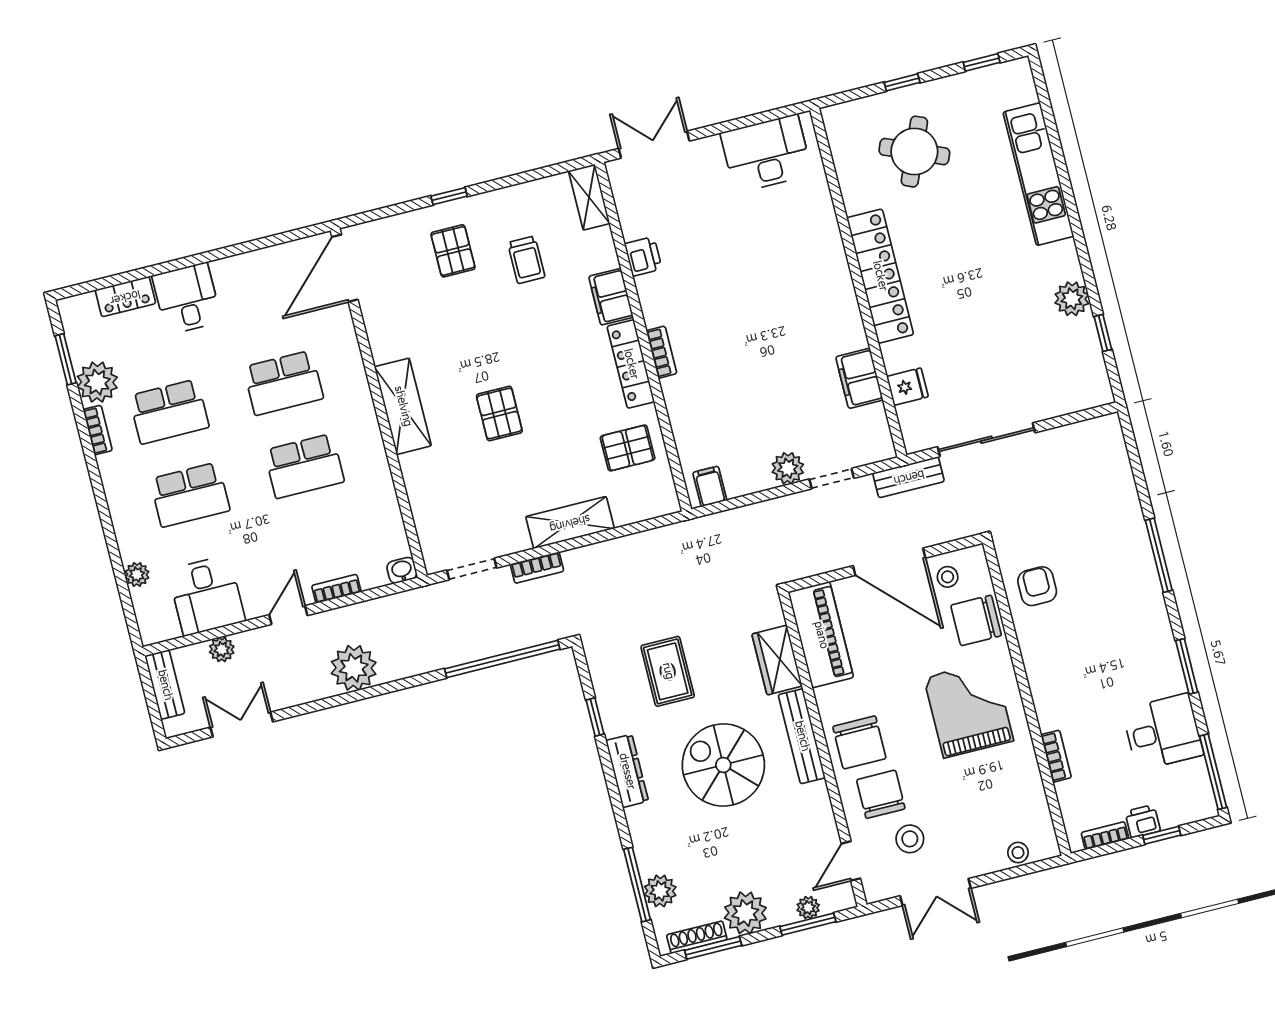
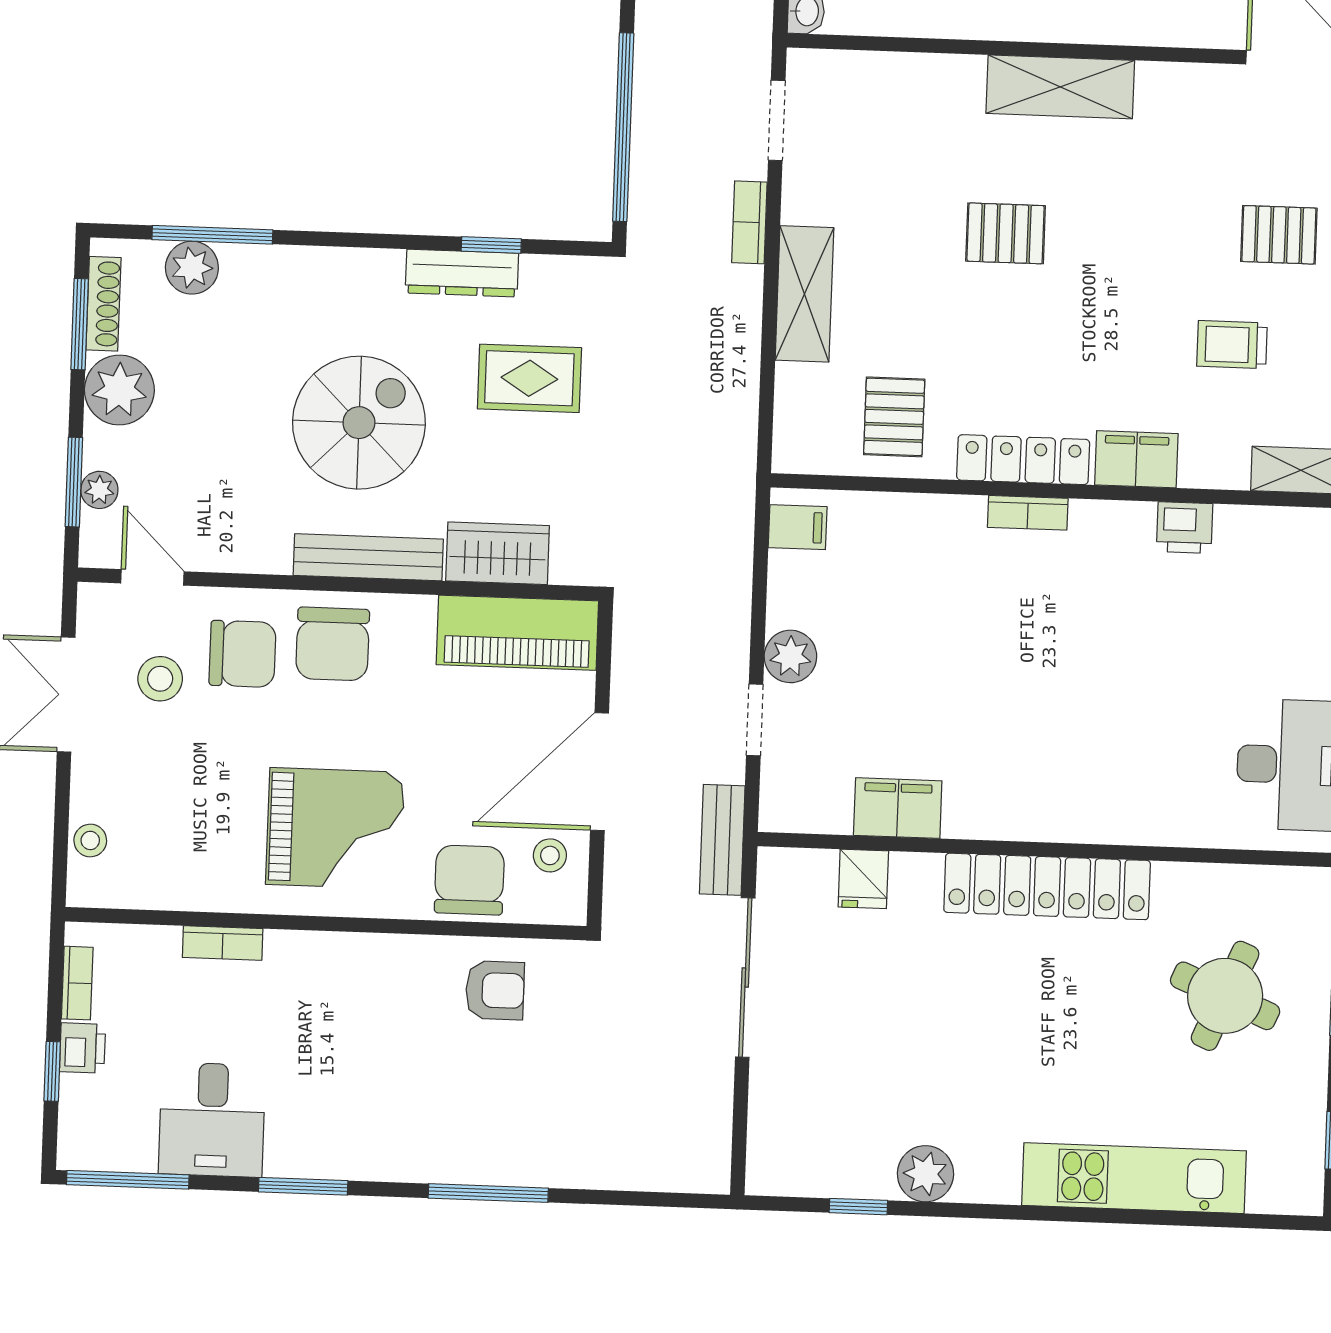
chair: (859, 742) -> (333, 644), turned -90
dresser: (627, 771) -> (462, 273), moved

